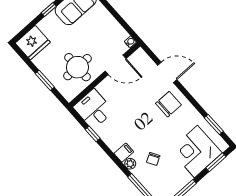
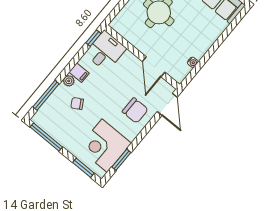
door: (116, 65) -> (154, 67), moved
wall: (105, 75) -> (142, 57), moved
desk: (93, 109) -> (105, 51), moved
corner desk: (196, 152) -> (105, 146), moved, turned -90

